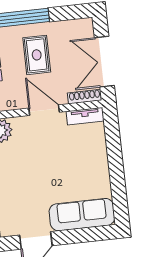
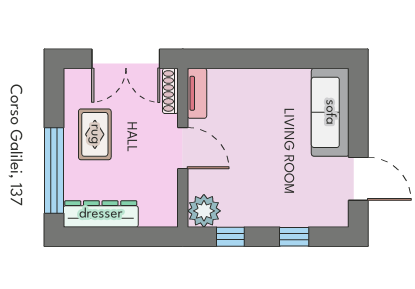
rug: (37, 55) -> (95, 134), moved, turned 90
door: (44, 110) -> (183, 148), swing flipped

